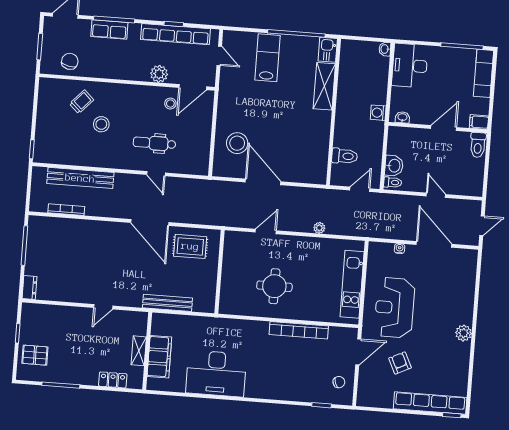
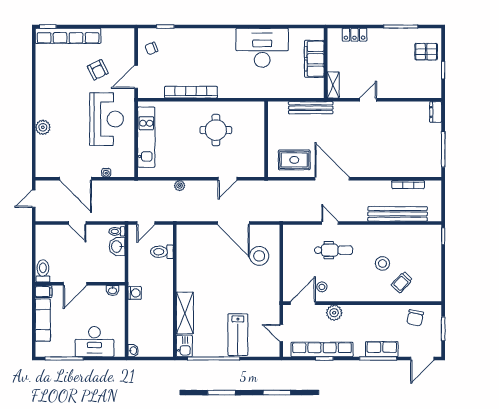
desk: (410, 66) -> (94, 342), moved, turned 90
exam couch: (484, 73) -> (43, 320), moved
plant: (464, 333) -> (43, 127), moved
shelving: (139, 351) -> (333, 85), moved

